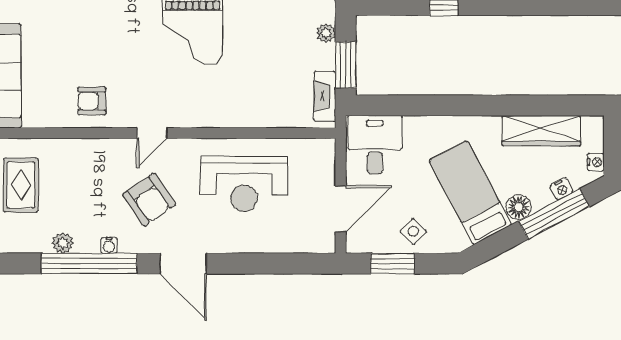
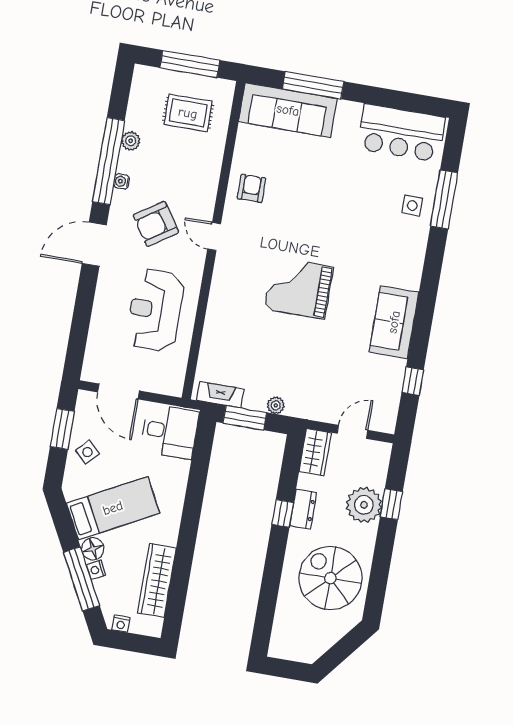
nightstand: (562, 189) -> (96, 570), moved

